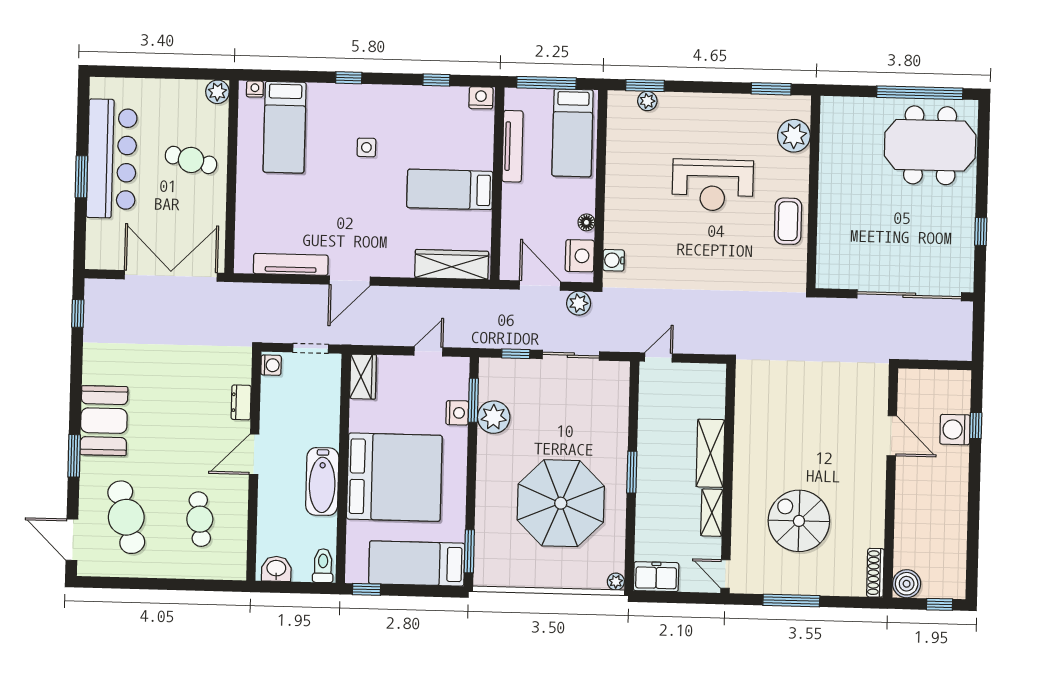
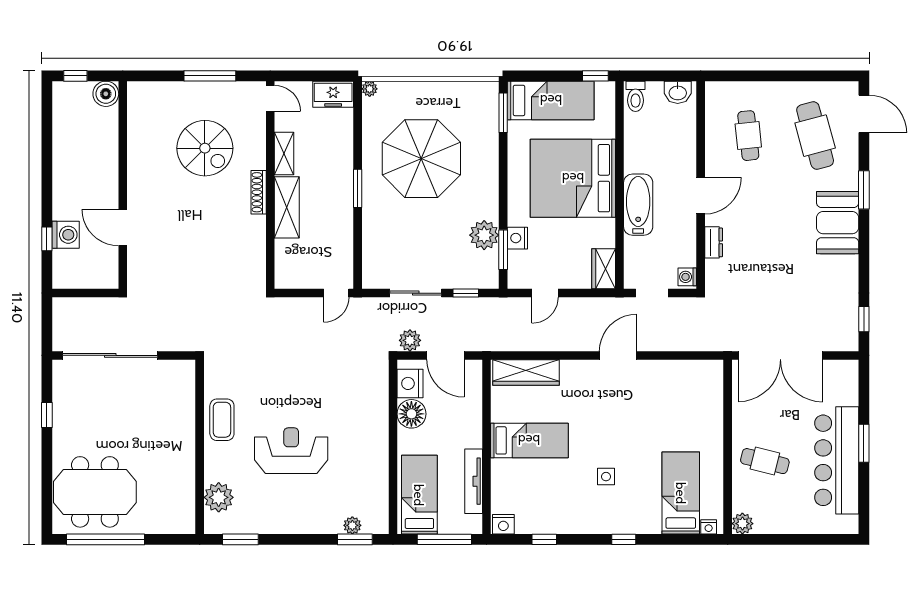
floor lamp: (586, 222) -> (411, 414), width x1.89, depth x1.89
water cooler: (614, 260) -> (379, 380), removed
tv unit: (291, 264) -> (672, 369), removed
bathtub: (322, 481) -> (638, 205), moved
shoe rack: (875, 573) -> (259, 192), moved, turned 180

